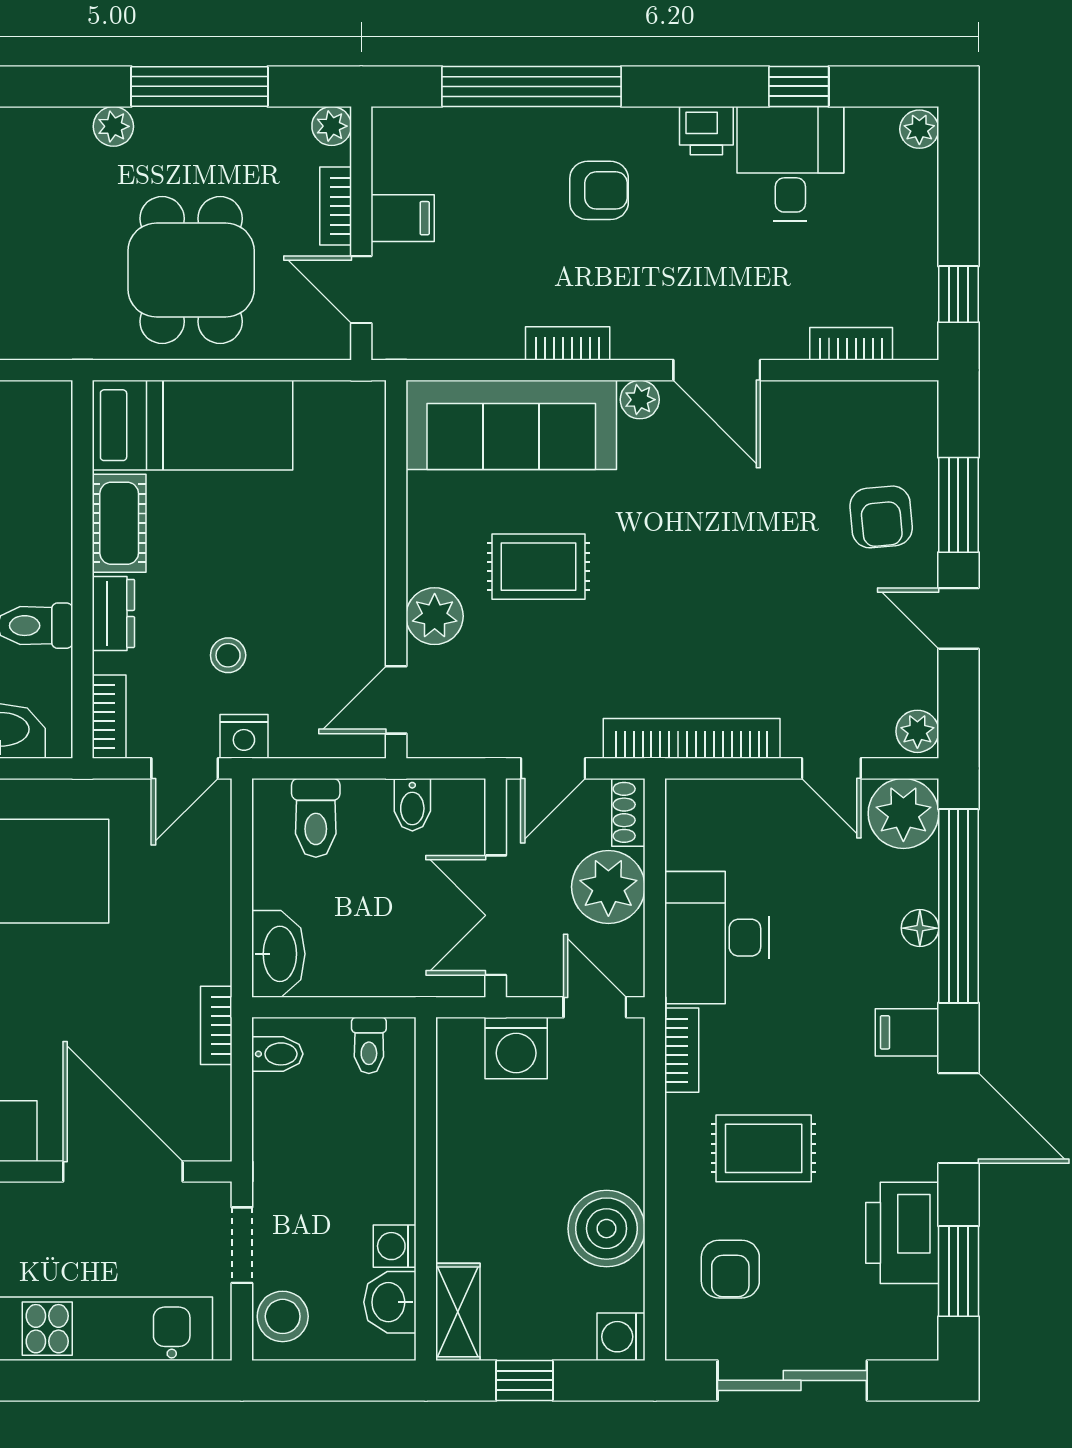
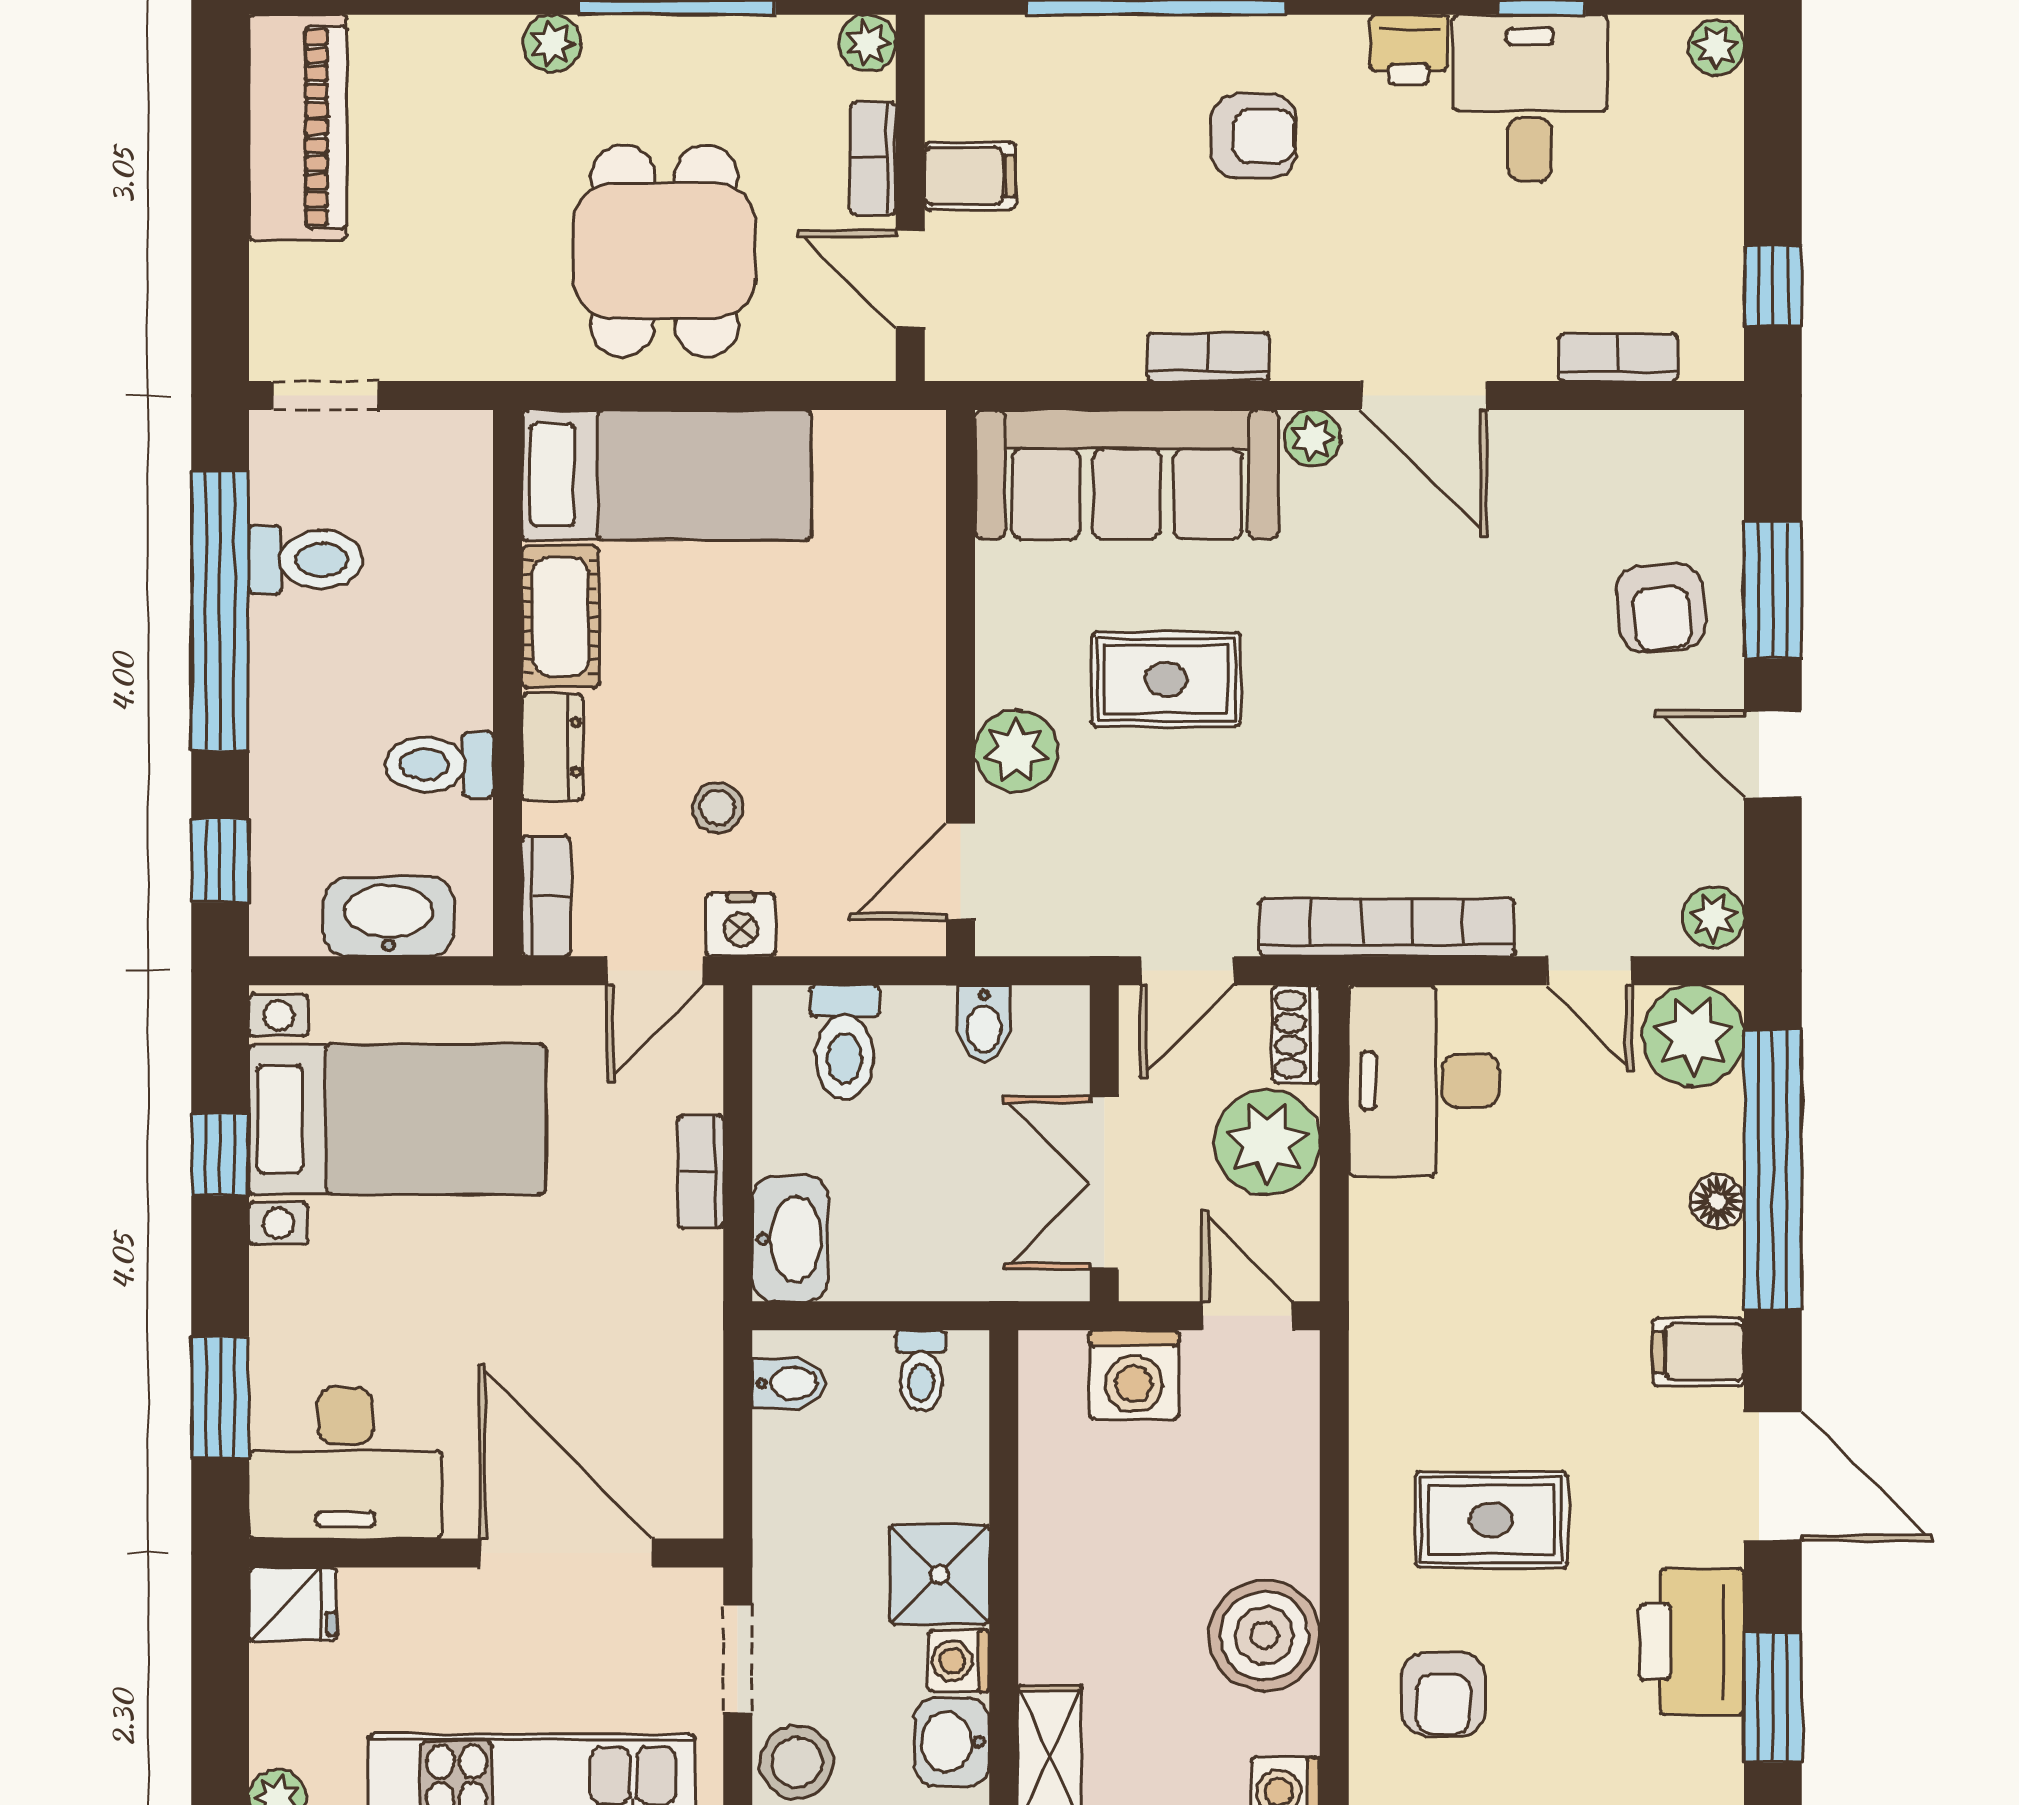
desk: (717, 938) -> (1424, 1081), moved
bookcase: (216, 1025) -> (701, 1171), moved
bookcase: (682, 1050) -> (1373, 1378), removed
shower: (382, 1186) -> (940, 1575), added

